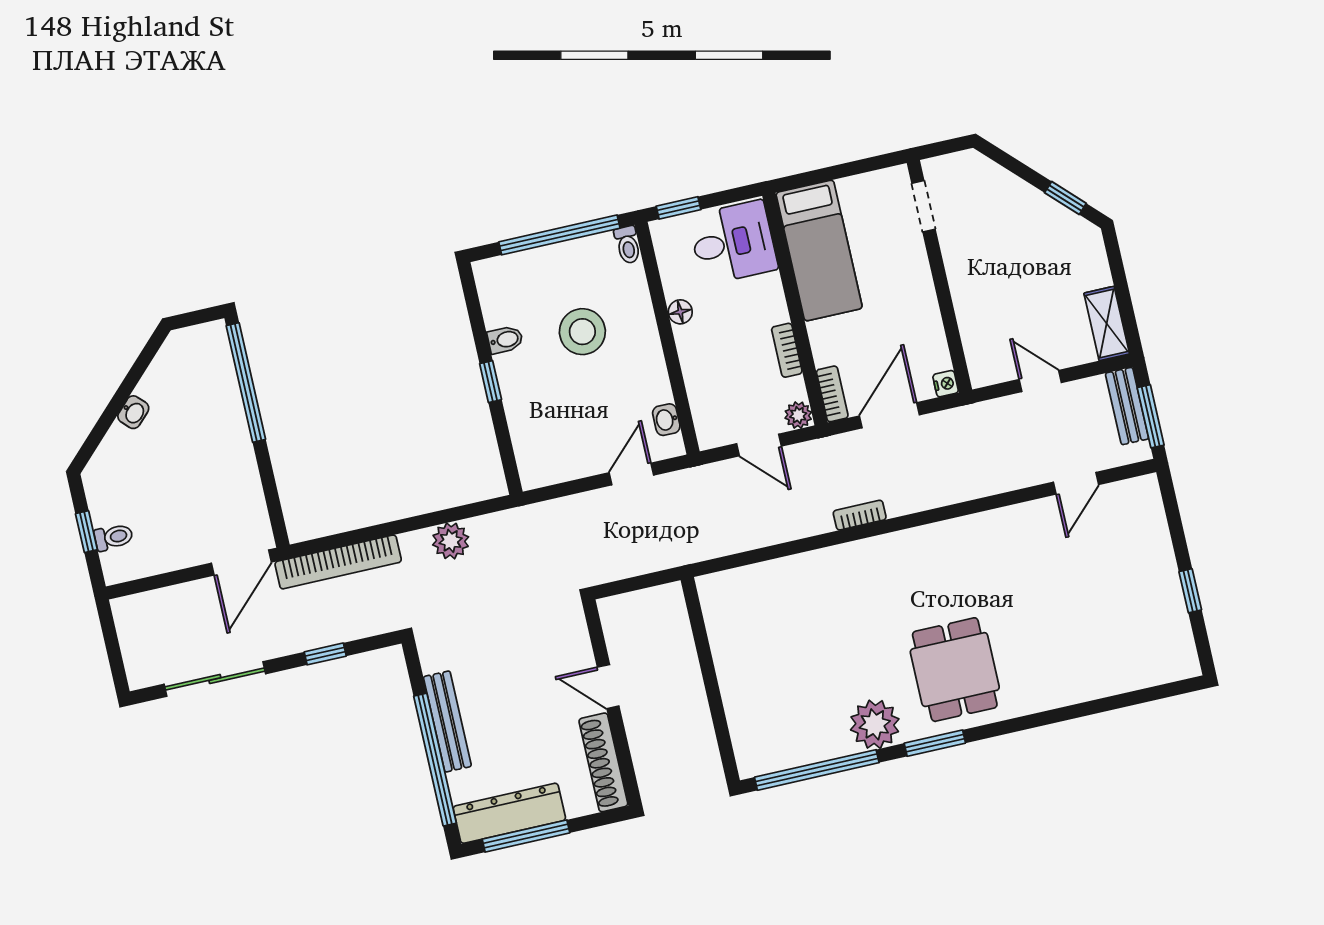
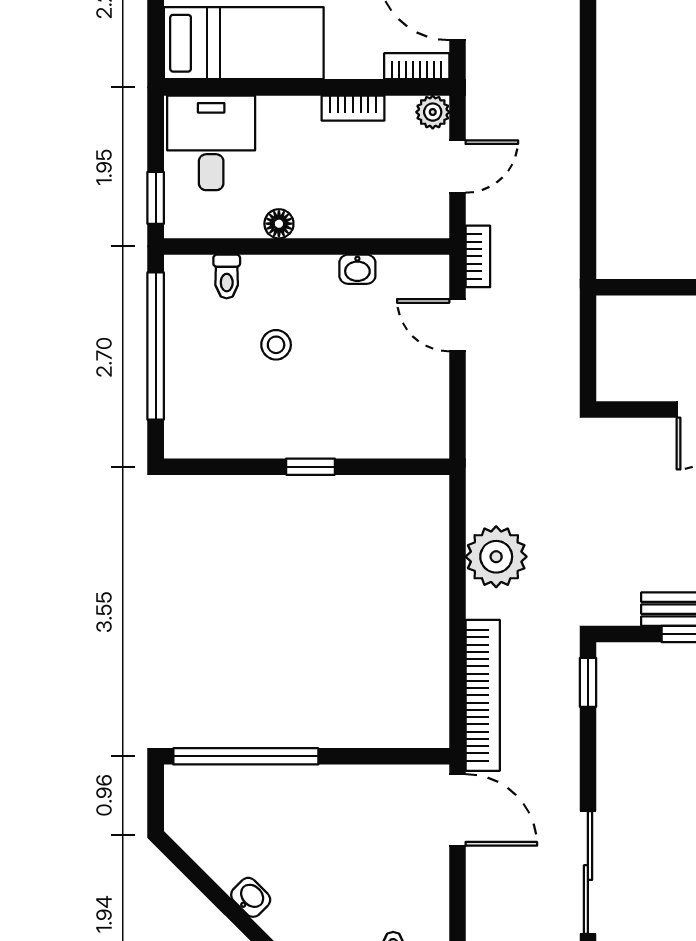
toilet: (628, 245) -> (227, 276), moved, turned 90
stool: (582, 332) -> (276, 345), width x0.53, depth x0.53
bidet: (505, 340) -> (265, 438), removed
washbasin: (666, 420) -> (357, 269), moved
bookcase: (860, 515) -> (478, 256), moved, turned 180
plant: (451, 541) -> (496, 557), width x1.36, depth x1.36
window: (325, 654) -> (588, 682), moved

